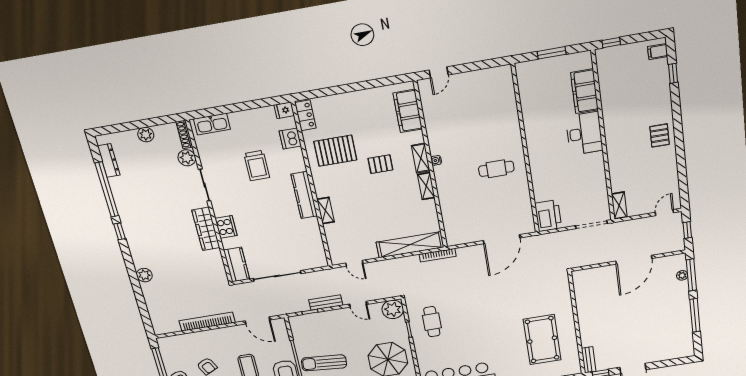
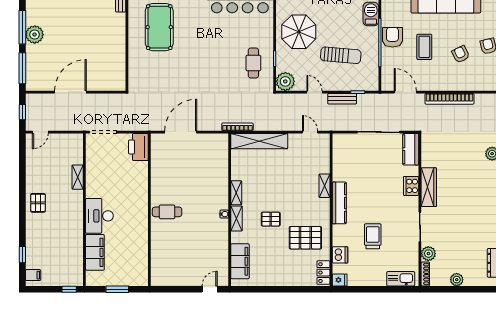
cafe table: (496, 169) -> (167, 212), moved
shelving: (619, 205) -> (78, 177), moved
plant: (682, 275) -> (35, 35), moved, width x1.88, depth x1.88
sun lounger: (324, 363) -> (341, 55), moved

